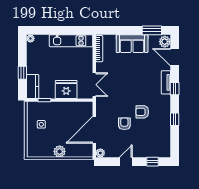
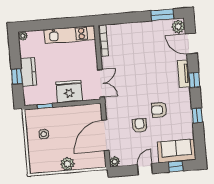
sofa: (132, 44) -> (176, 151), moved, turned 180
kitchen counter: (33, 86) -> (28, 72), moved

